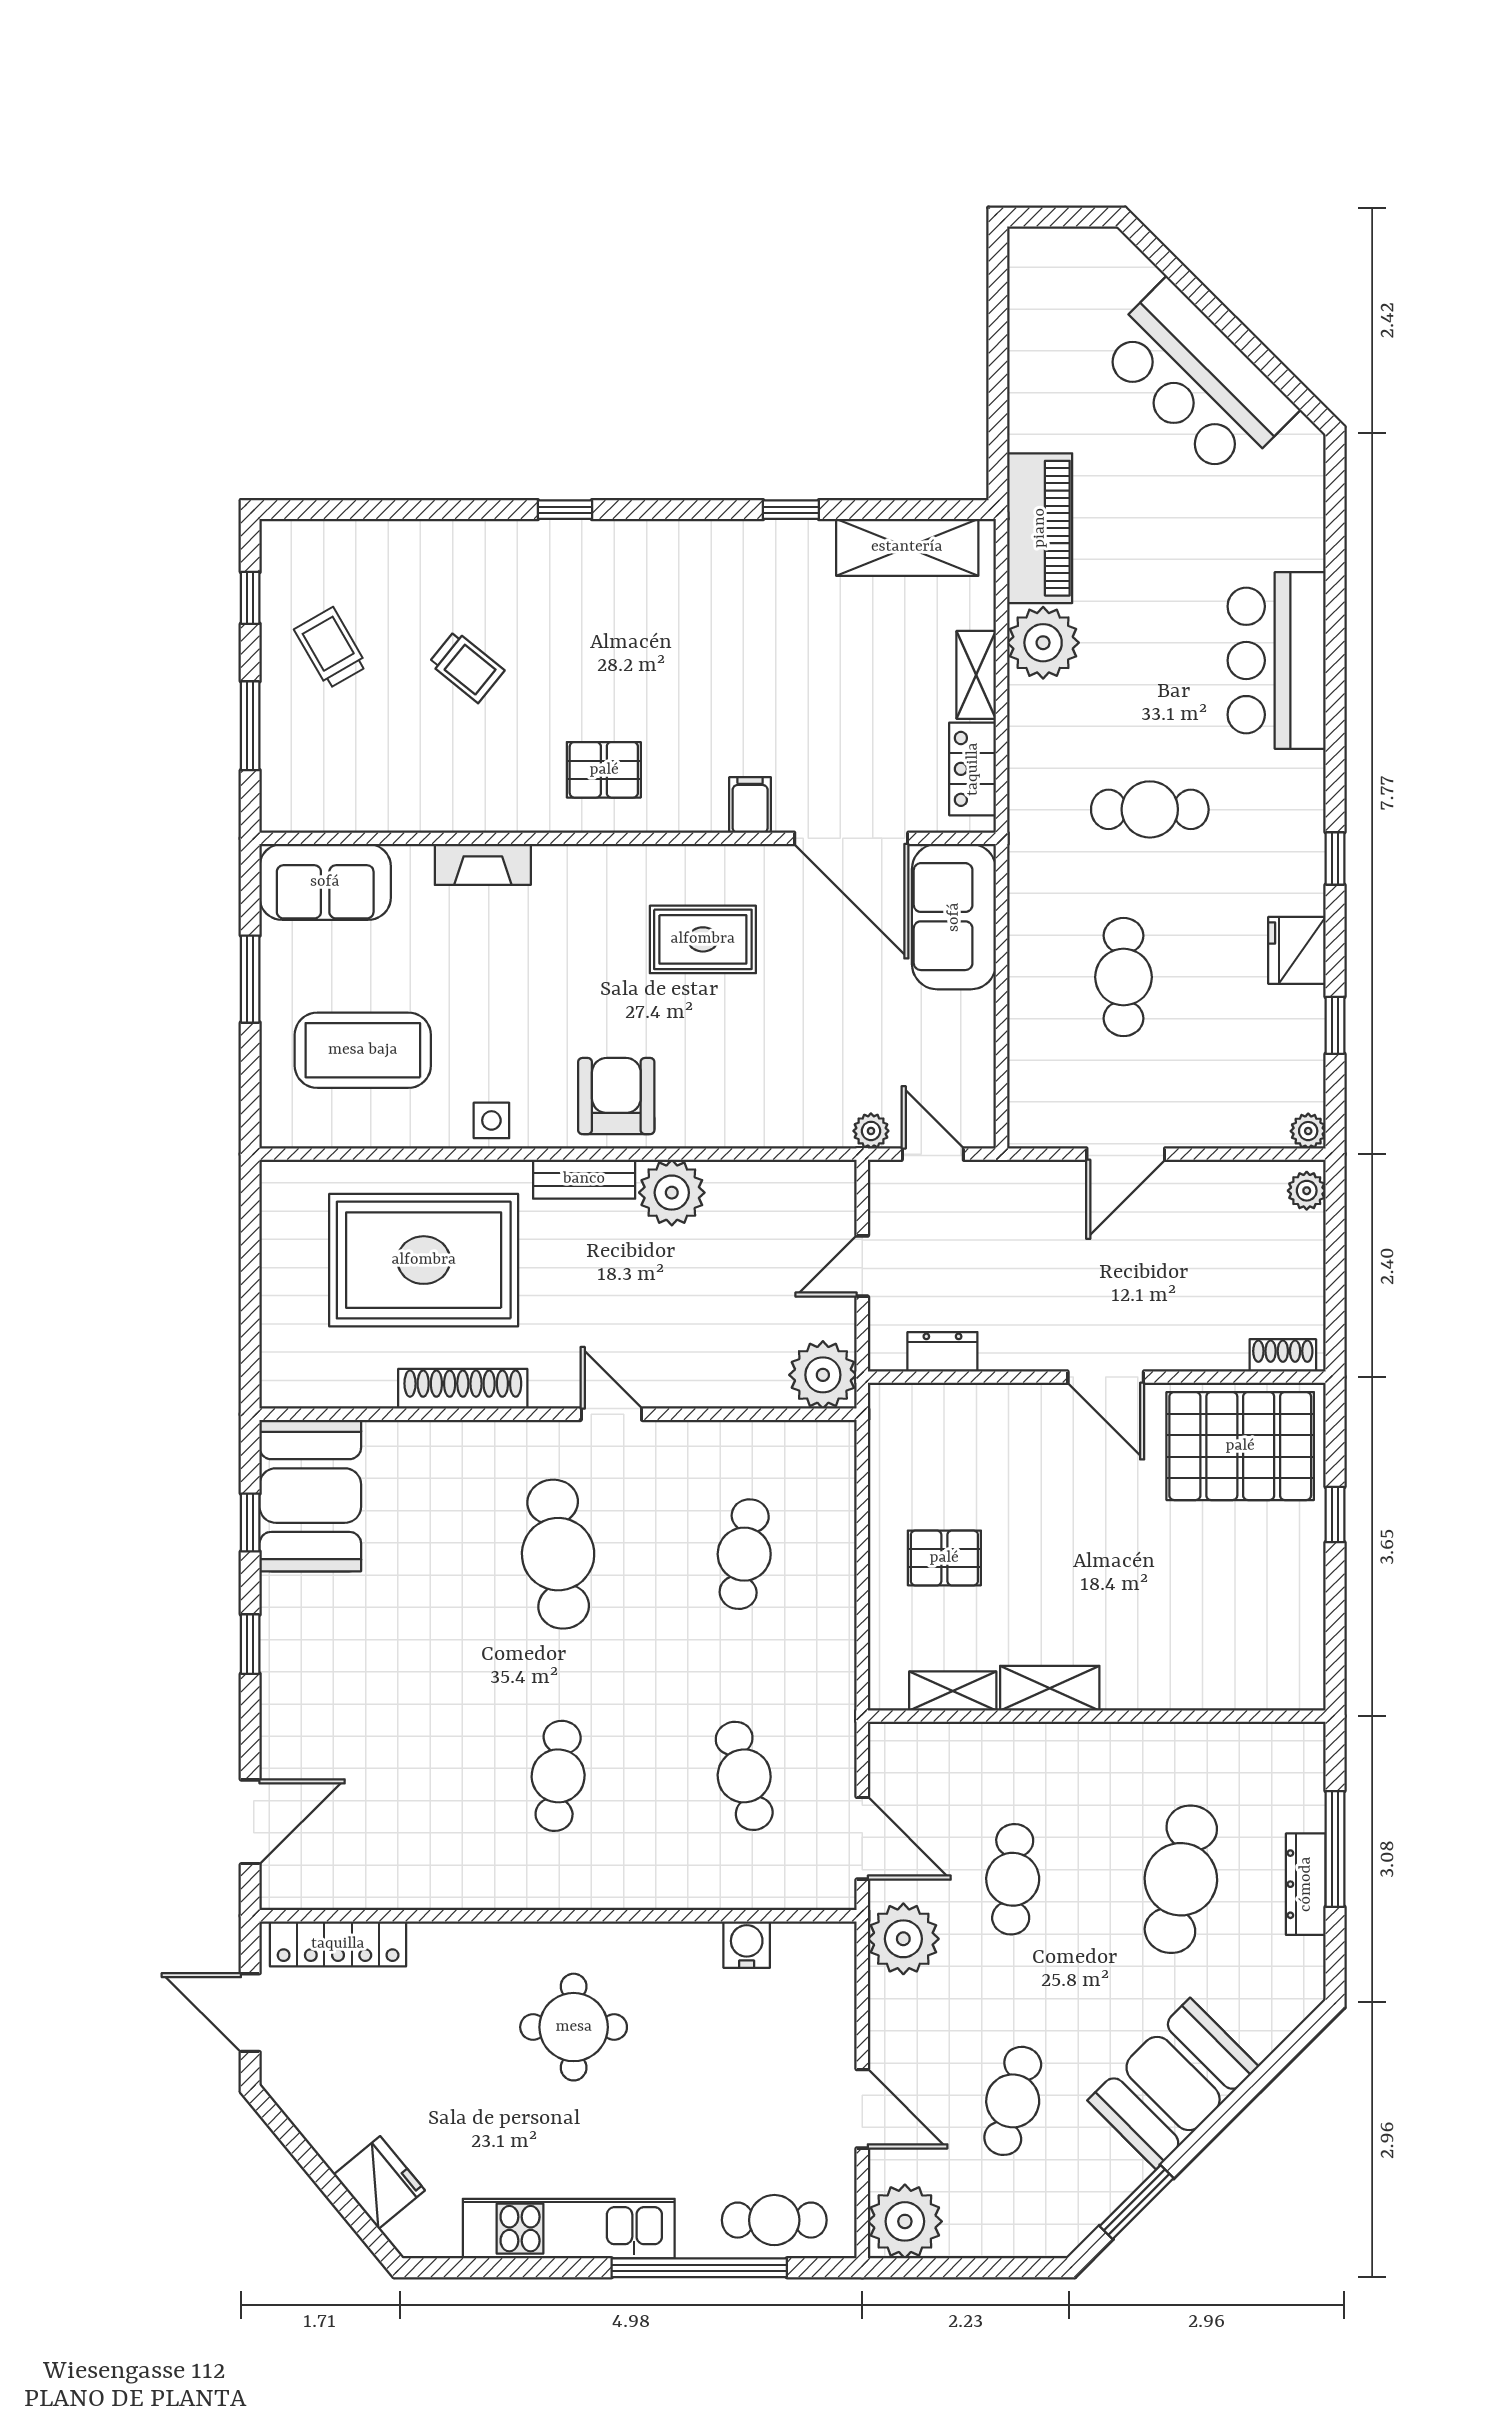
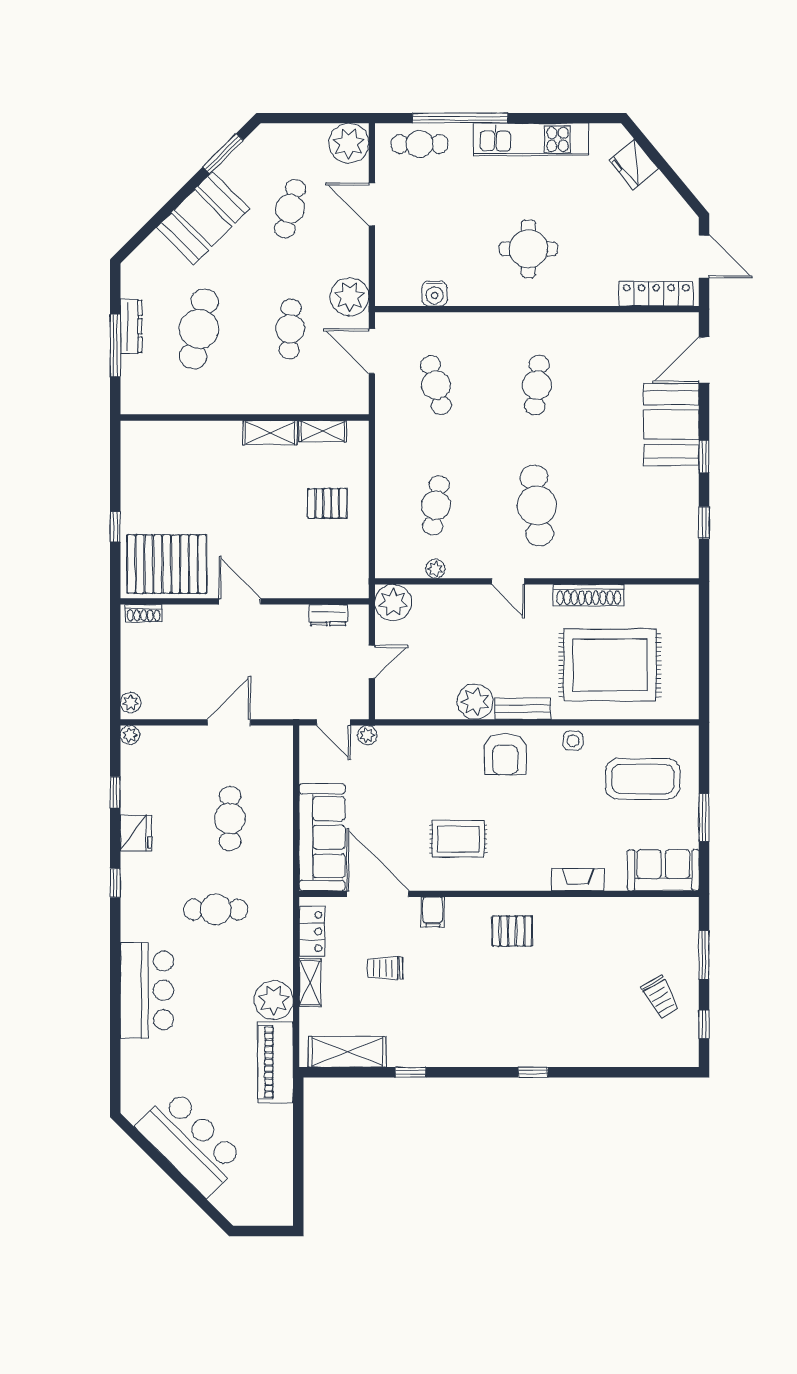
trolley: (467, 667) -> (385, 968), moved, turned -39
sofa: (954, 917) -> (322, 837), width x1.36
plant: (745, 1437) -> (435, 569), added
booth: (310, 1496) -> (671, 425), moved

